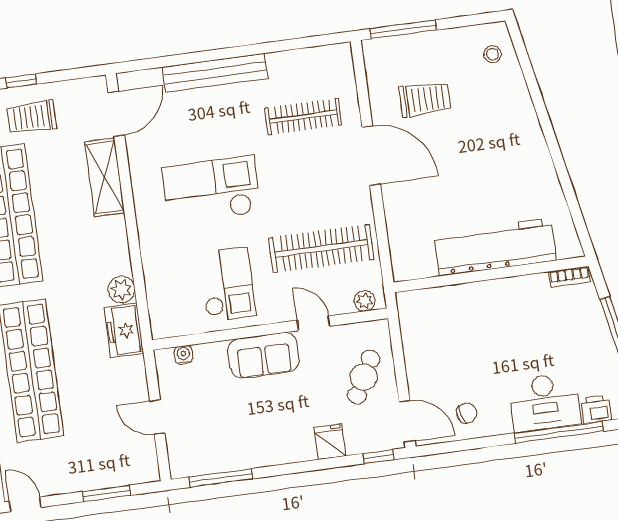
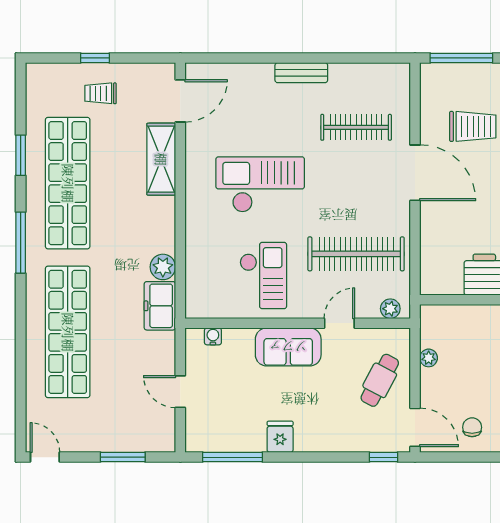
bench: (215, 73) -> (301, 73), width x0.54, depth x0.82
trolley: (32, 117) -> (100, 93), width x0.73, depth x0.72
door: (314, 323) -> (339, 323), hinge flipped
plant: (411, 347) -> (429, 358), added
chair: (467, 413) -> (472, 427), turned -74
fridge: (330, 442) -> (280, 437), moved

